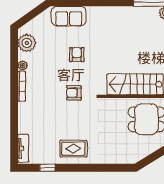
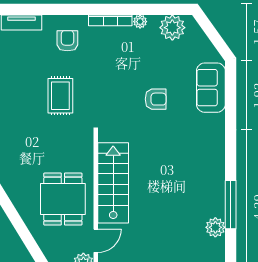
armchair: (74, 93) -> (67, 41), moved
rug: (73, 149) -> (60, 96), moved

